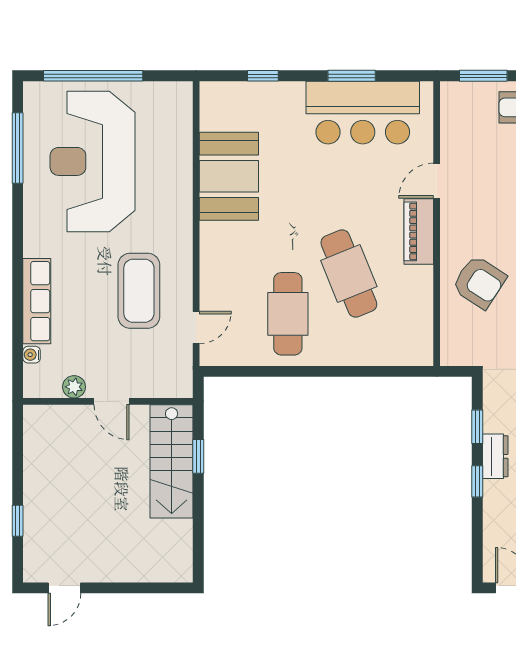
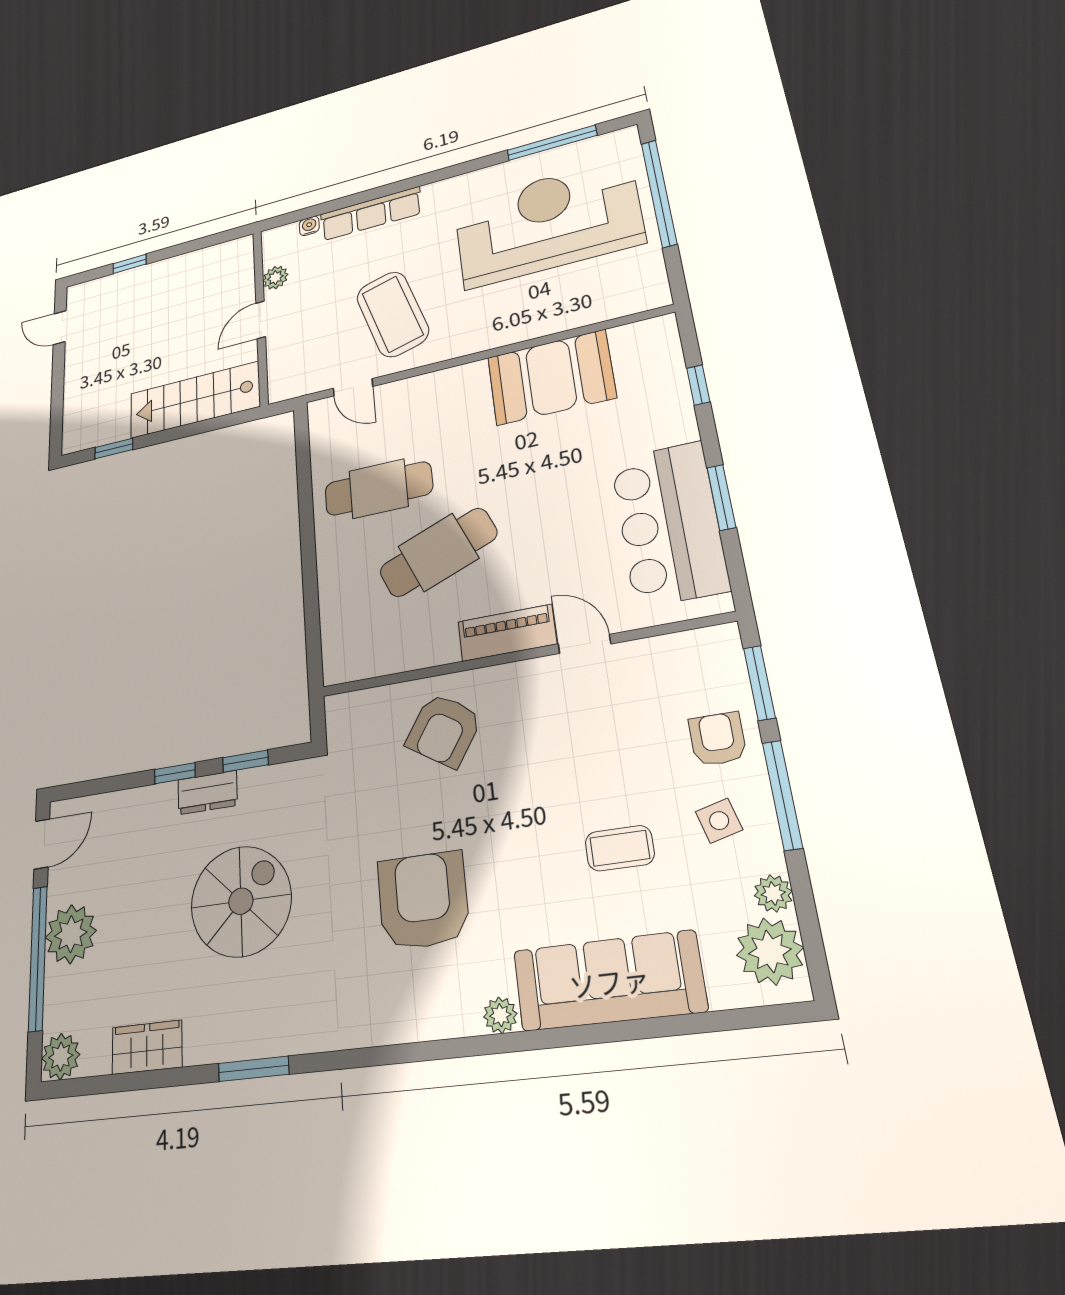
coffee table: (139, 291) -> (392, 314), turned 74
window: (198, 456) -> (114, 449), moved

